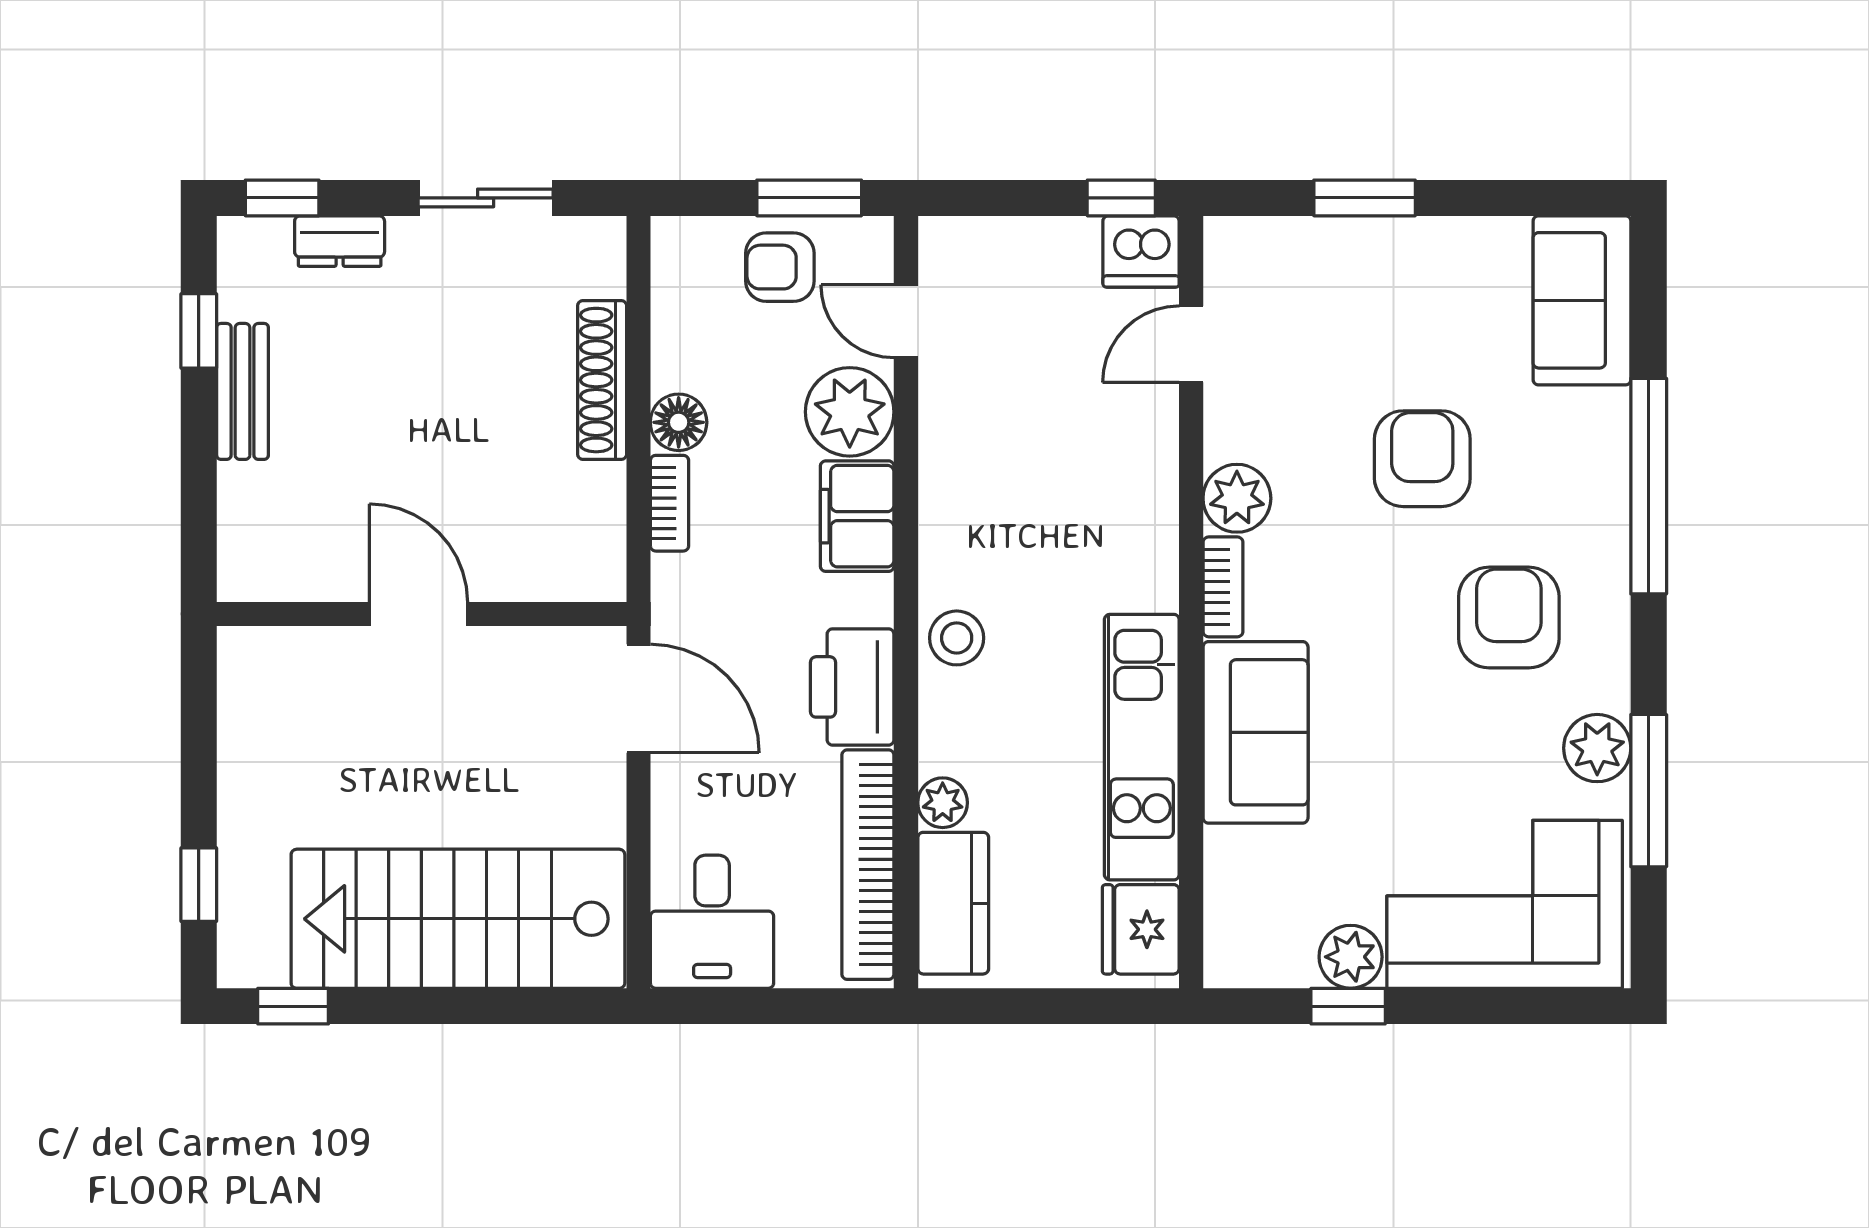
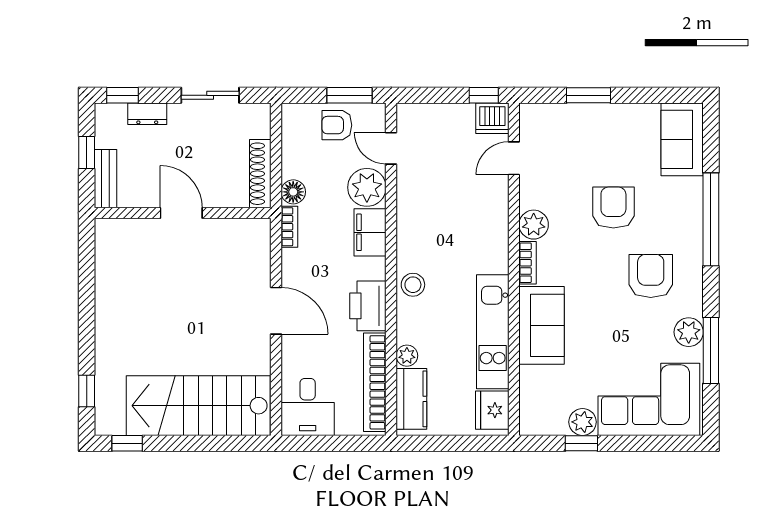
door: (418, 614) -> (181, 213), moved
wall: (422, 614) -> (183, 213), moved

